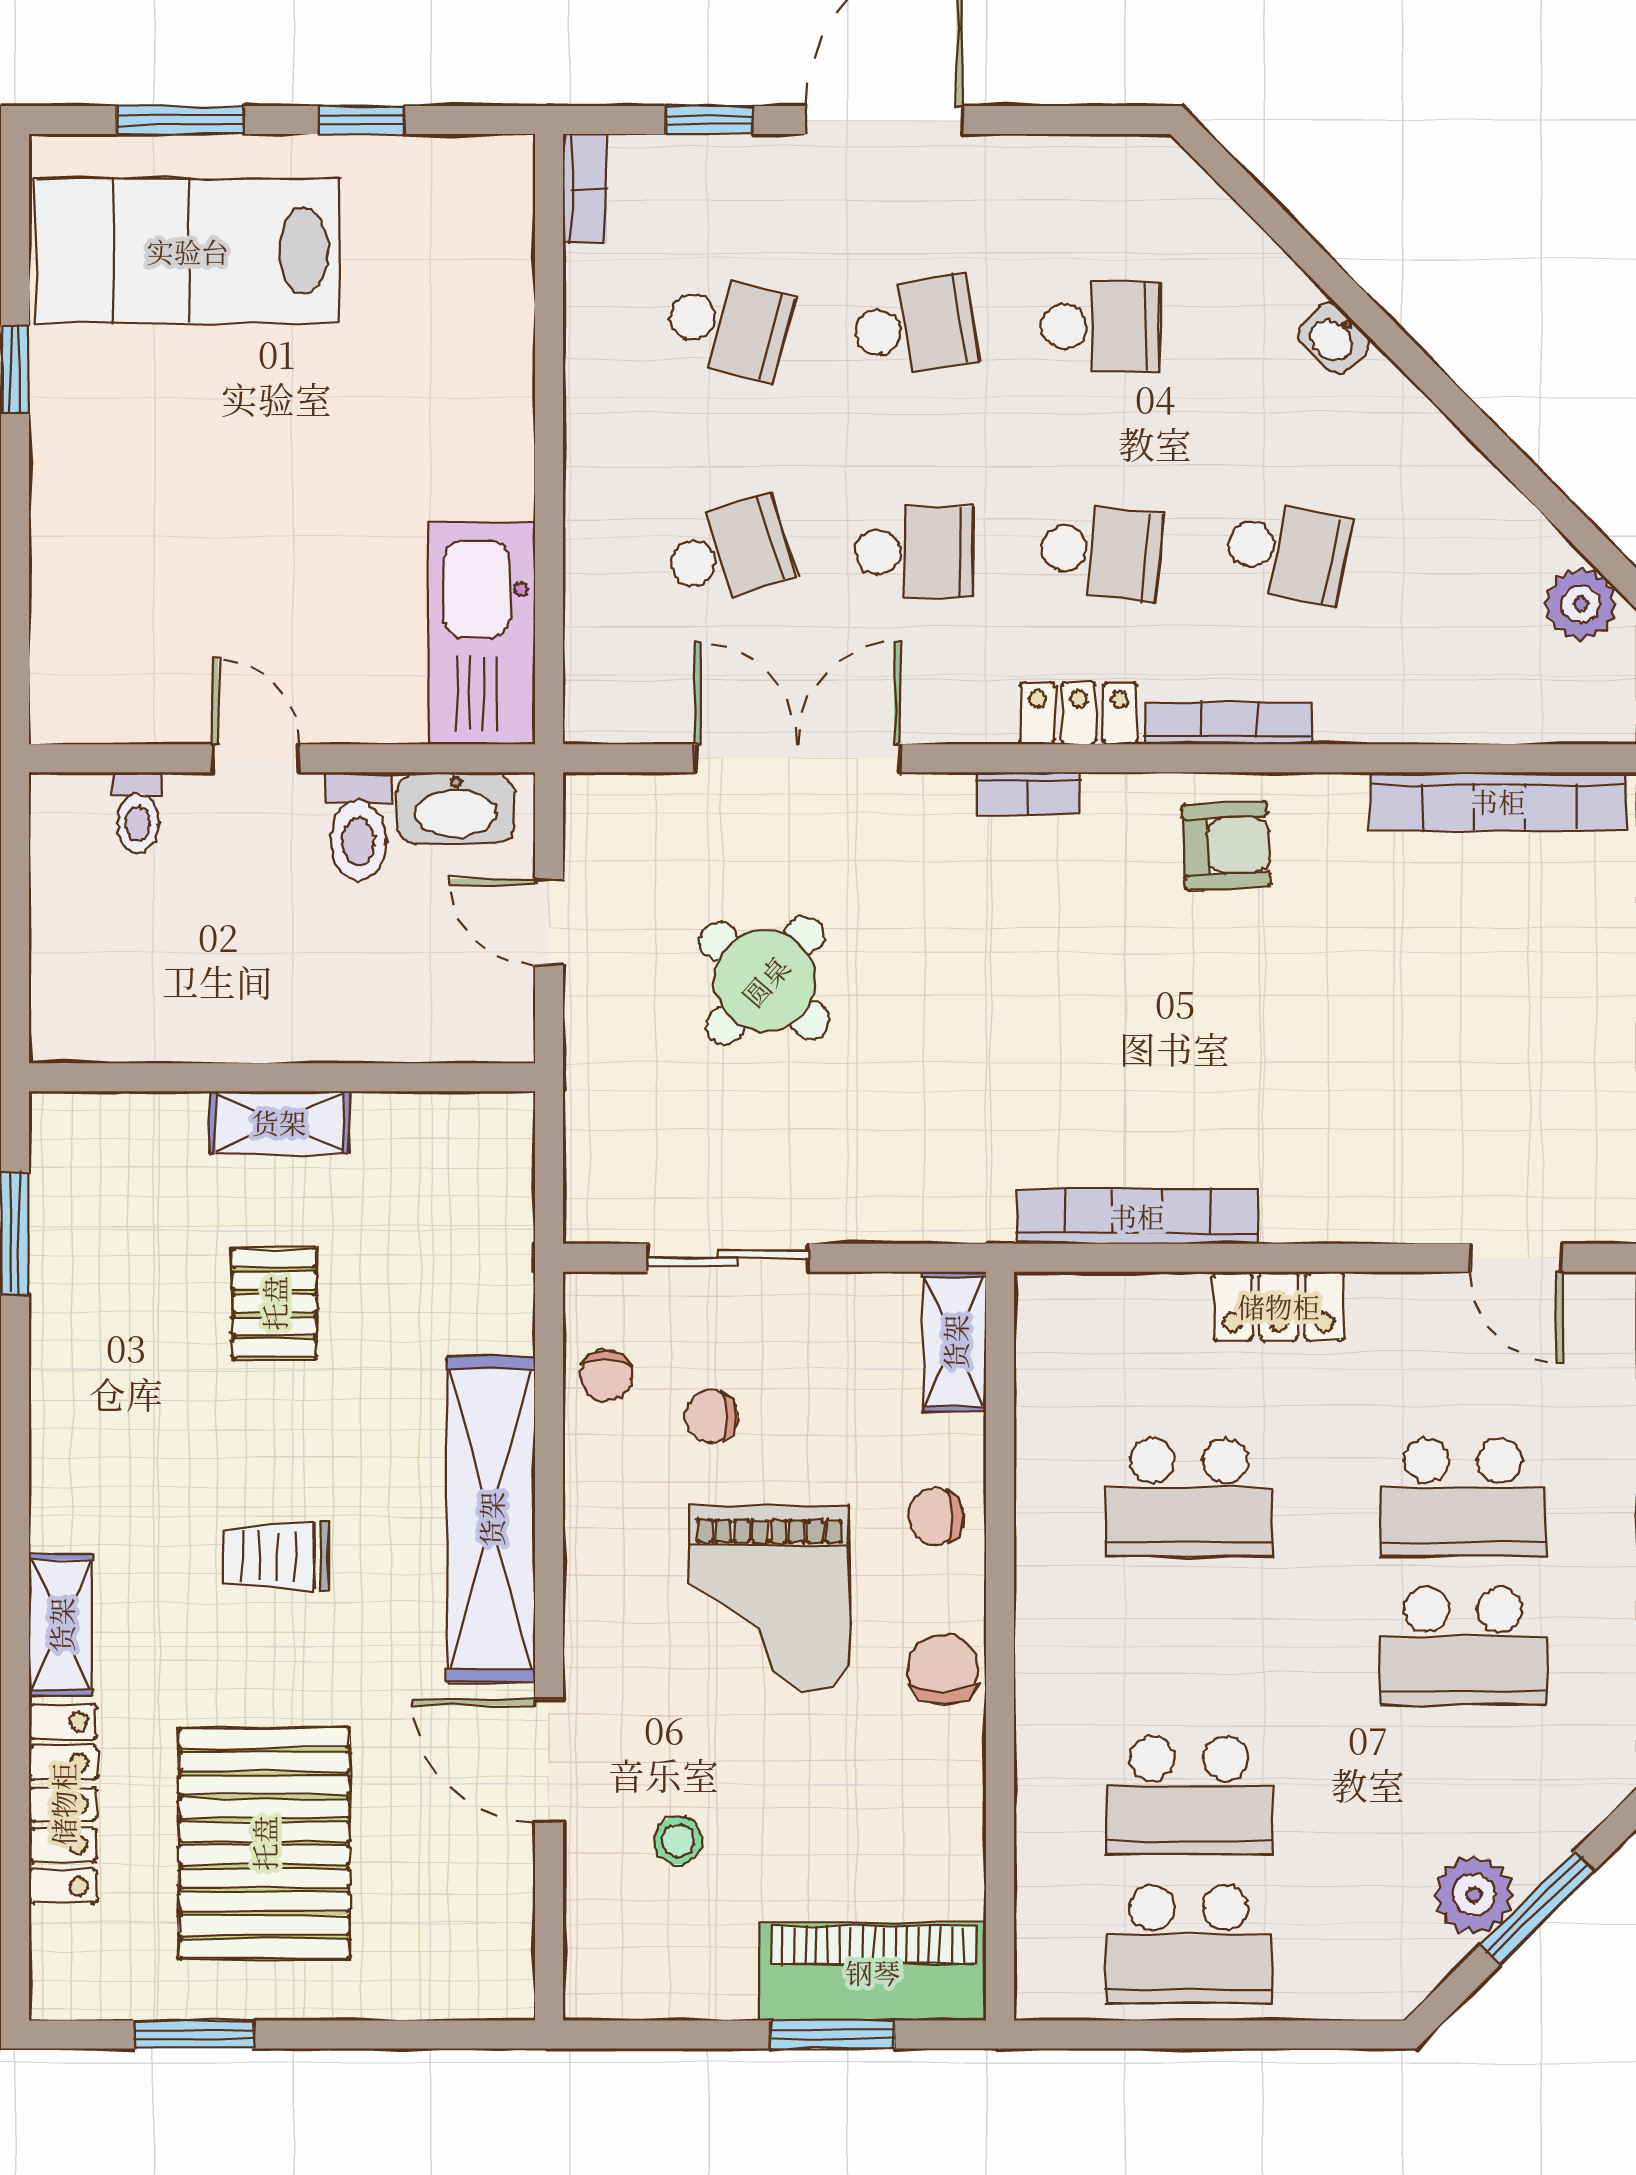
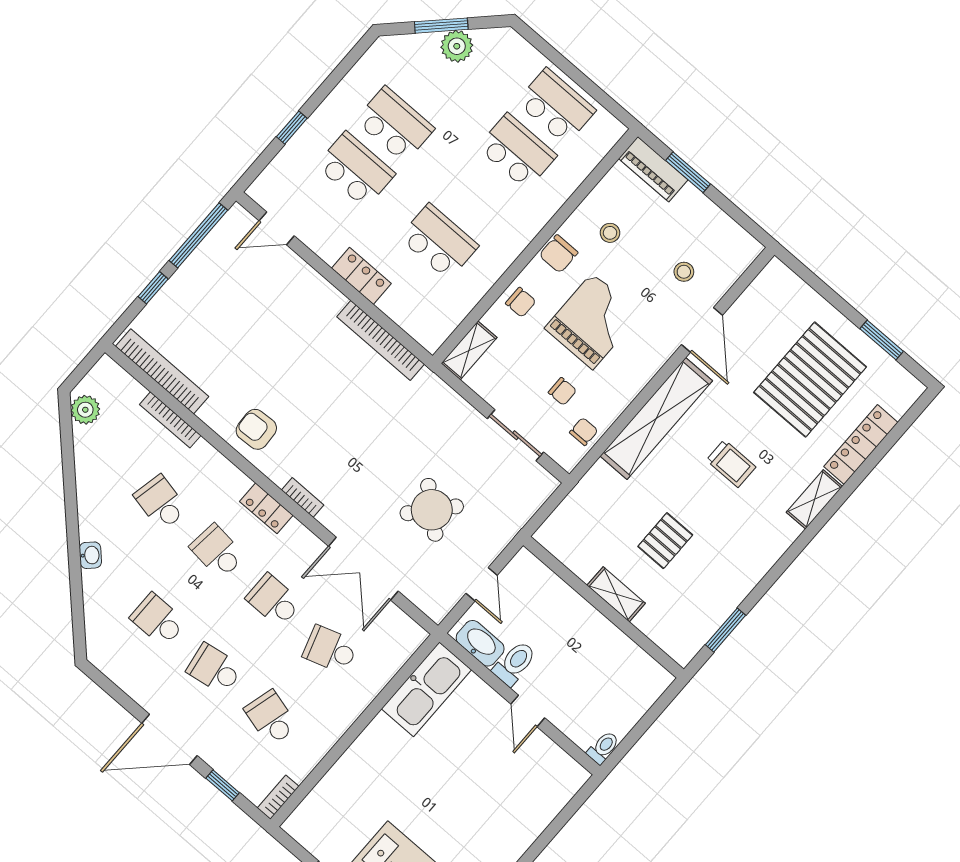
bookcase: (1229, 723) -> (170, 420), moved
toilet: (138, 813) -> (603, 748), moved
door: (1516, 1258) -> (277, 228), swing flipped
stool: (881, 1793) -> (610, 233), added
piano: (873, 1972) -> (653, 169), width x0.73, depth x0.75

